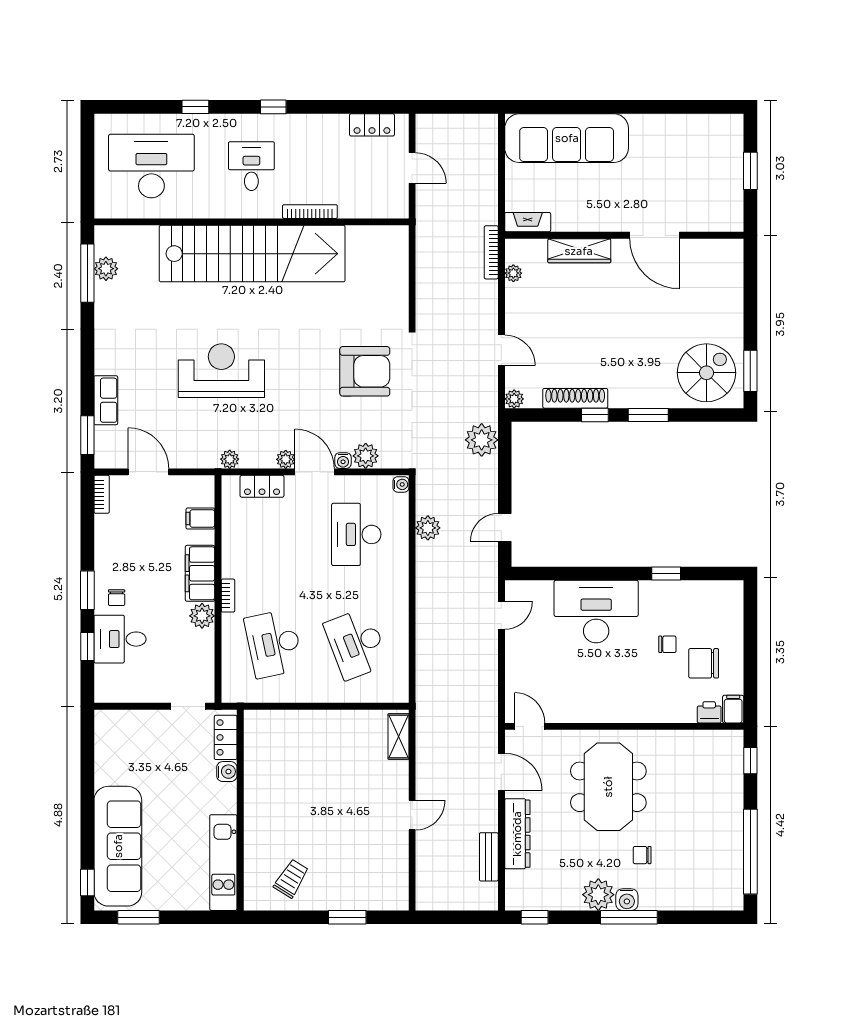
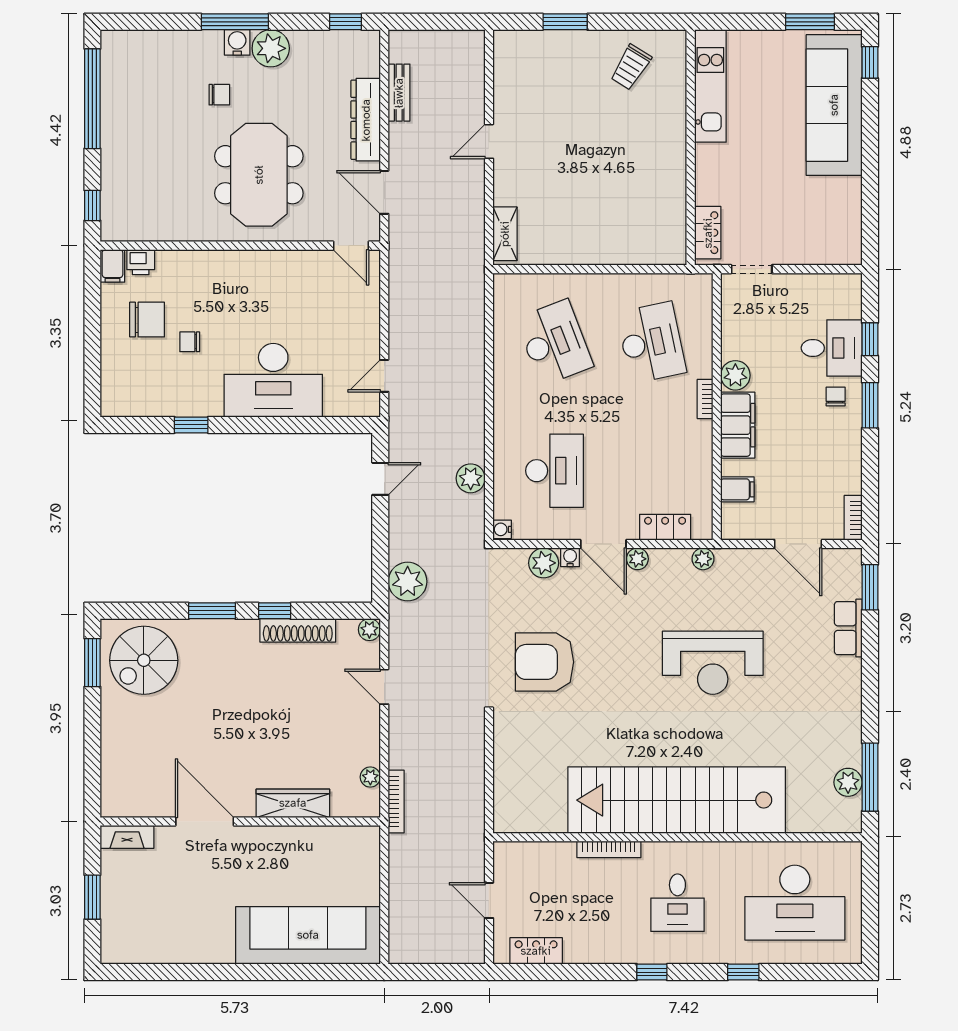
fireplace: (528, 222) -> (127, 837), moved
water cooler: (227, 772) -> (706, 193), removed

